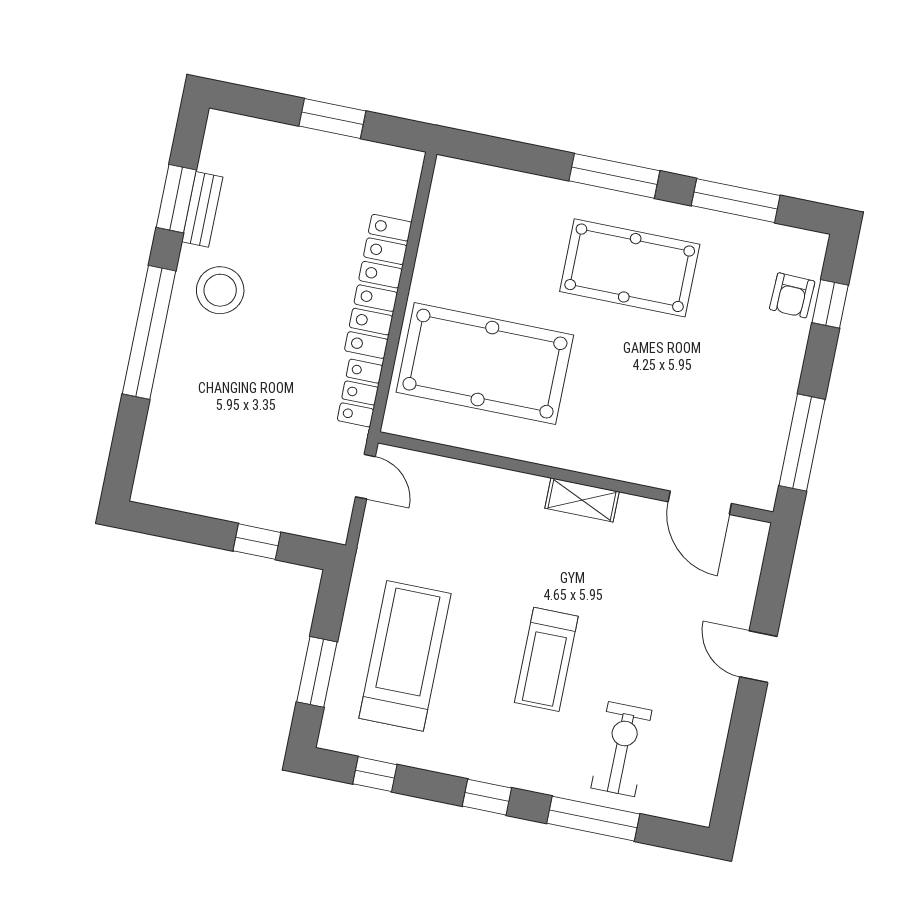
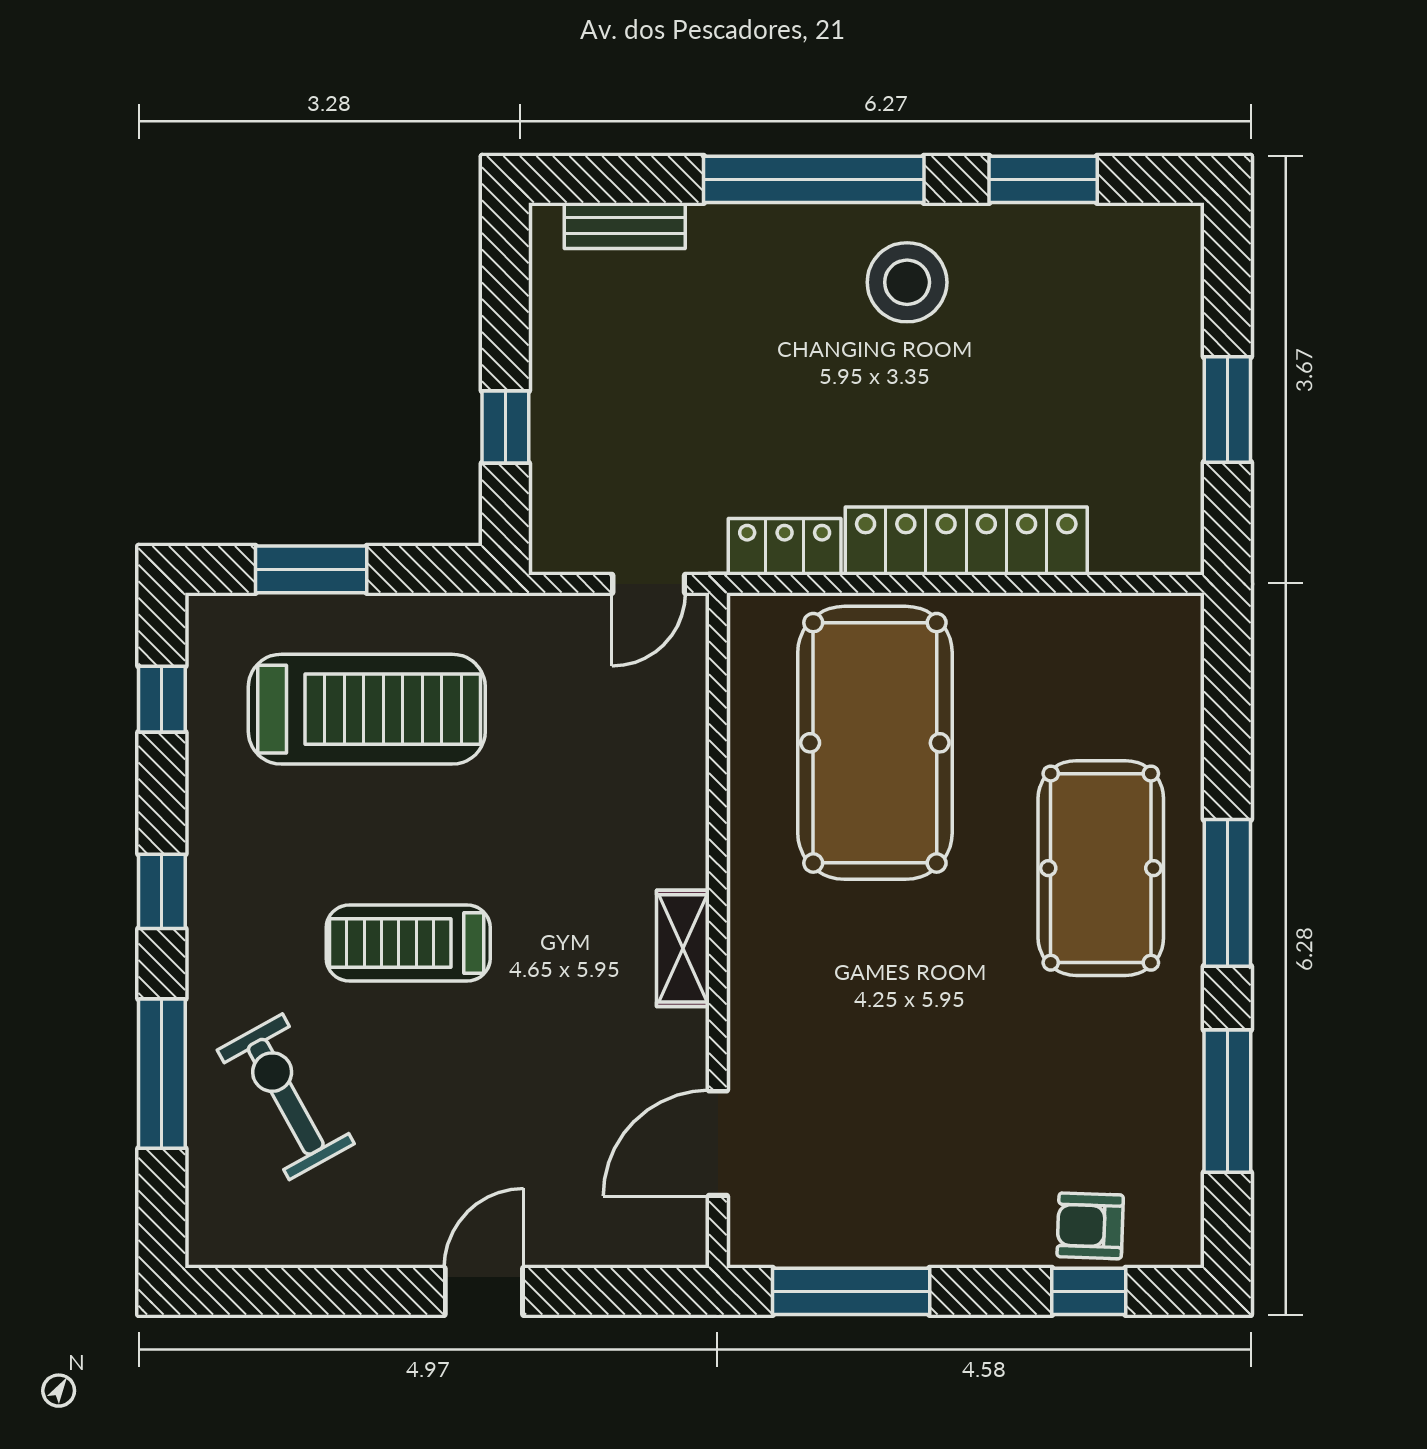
bench: (202, 209) -> (625, 226), moved
pool table: (630, 268) -> (1101, 868), moved
exercise bike: (621, 749) -> (286, 1097), turned -119

